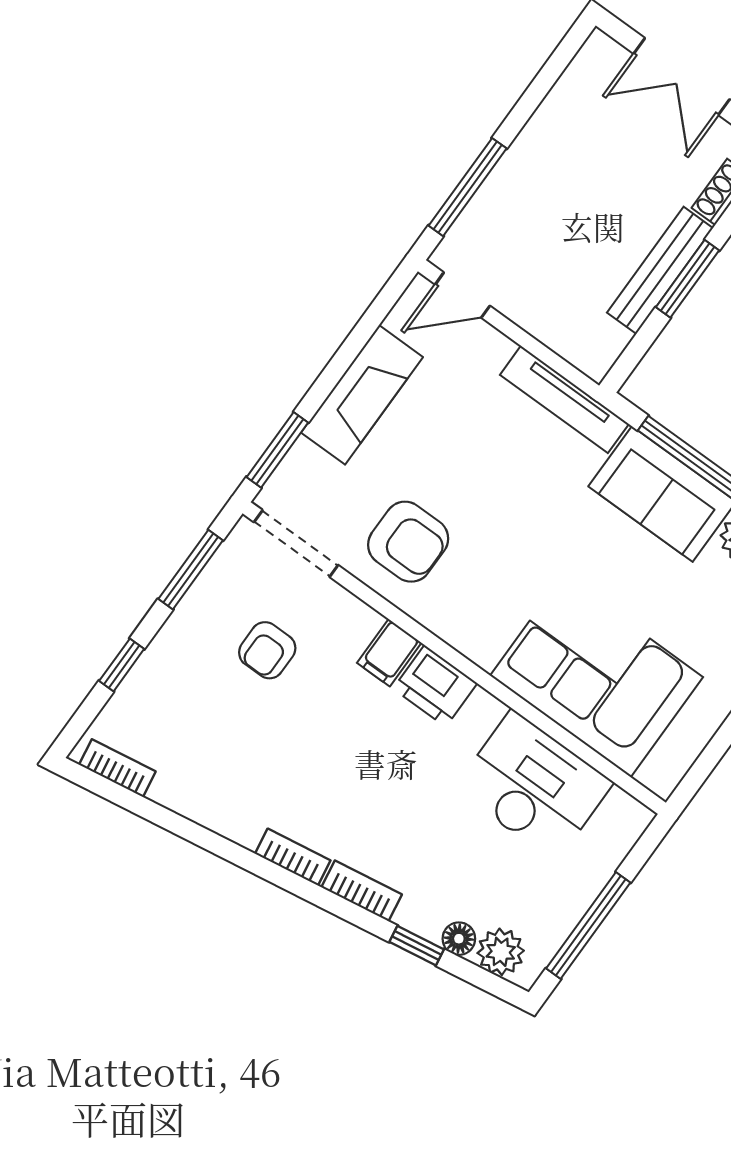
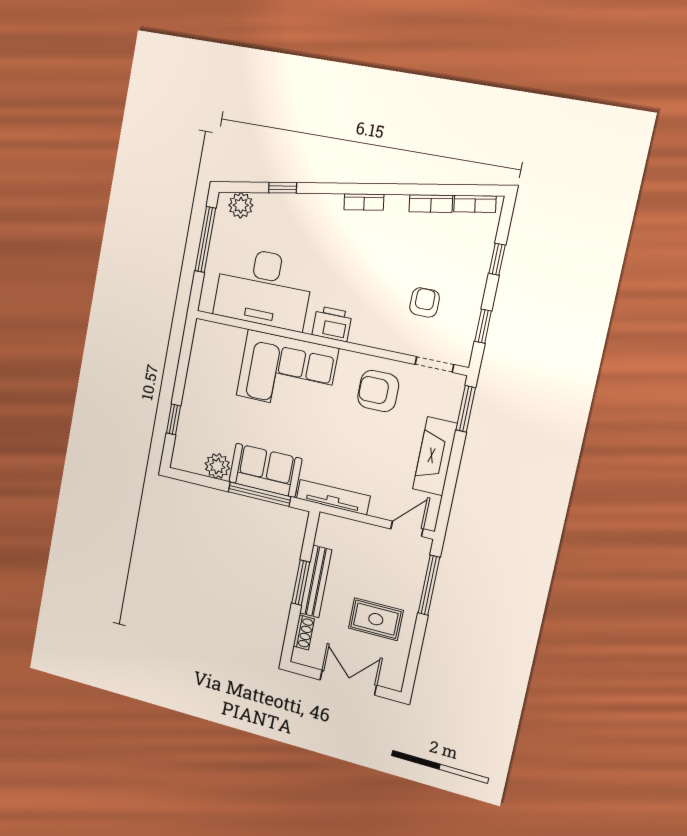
rug: (584, 166) -> (376, 619), added
doorway: (296, 544) -> (434, 364), width x0.73
window: (191, 570) -> (483, 326), width x0.67
filing cabinet: (389, 653) -> (362, 330), removed
corner sofa: (597, 676) -> (287, 372), moved
desk: (534, 786) -> (263, 288), width x1.36, depth x1.30
bookcase: (362, 891) -> (431, 204), moved
floor lamp: (459, 939) -> (264, 202), removed

